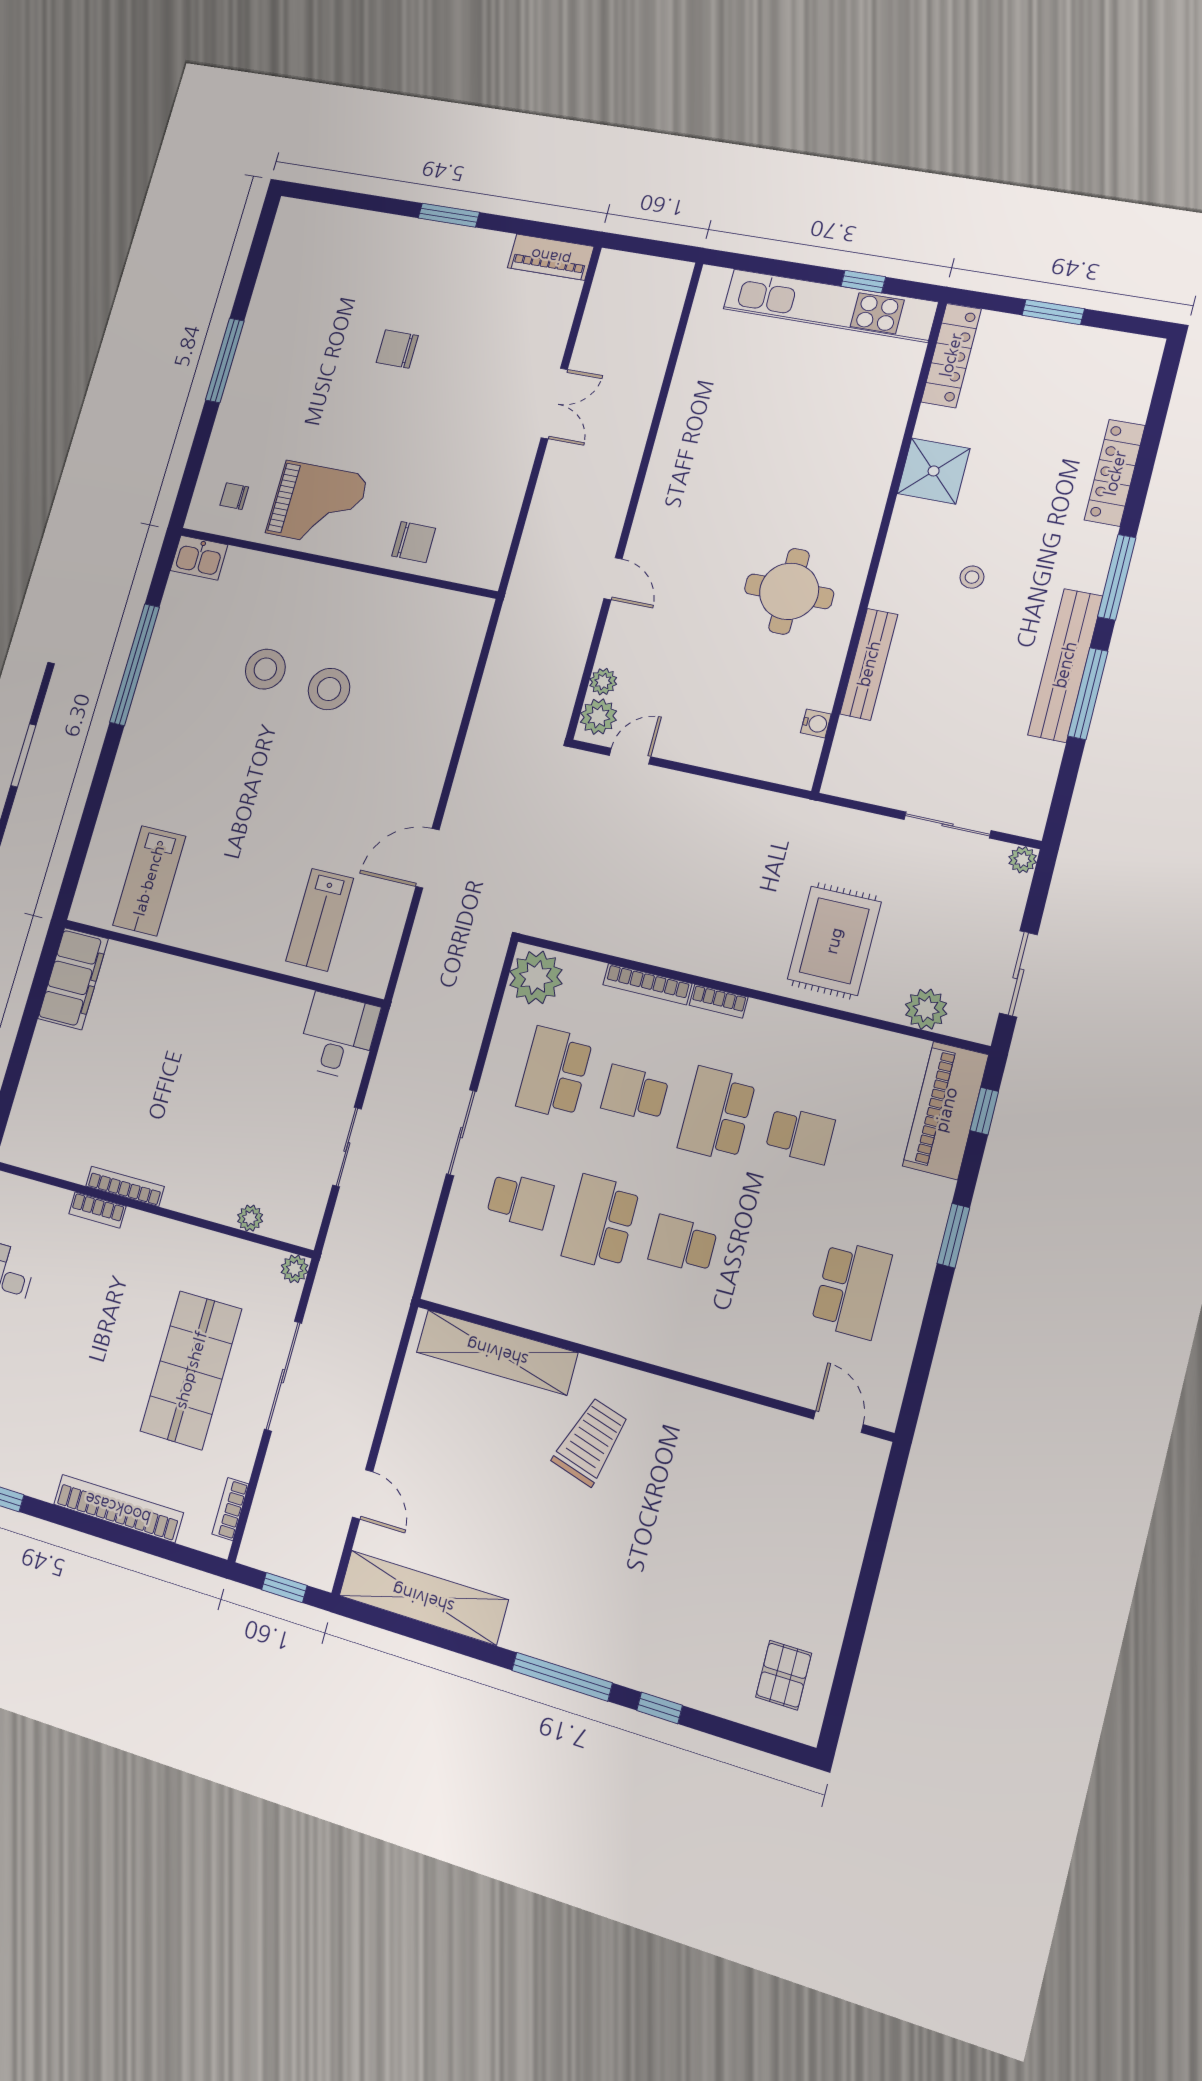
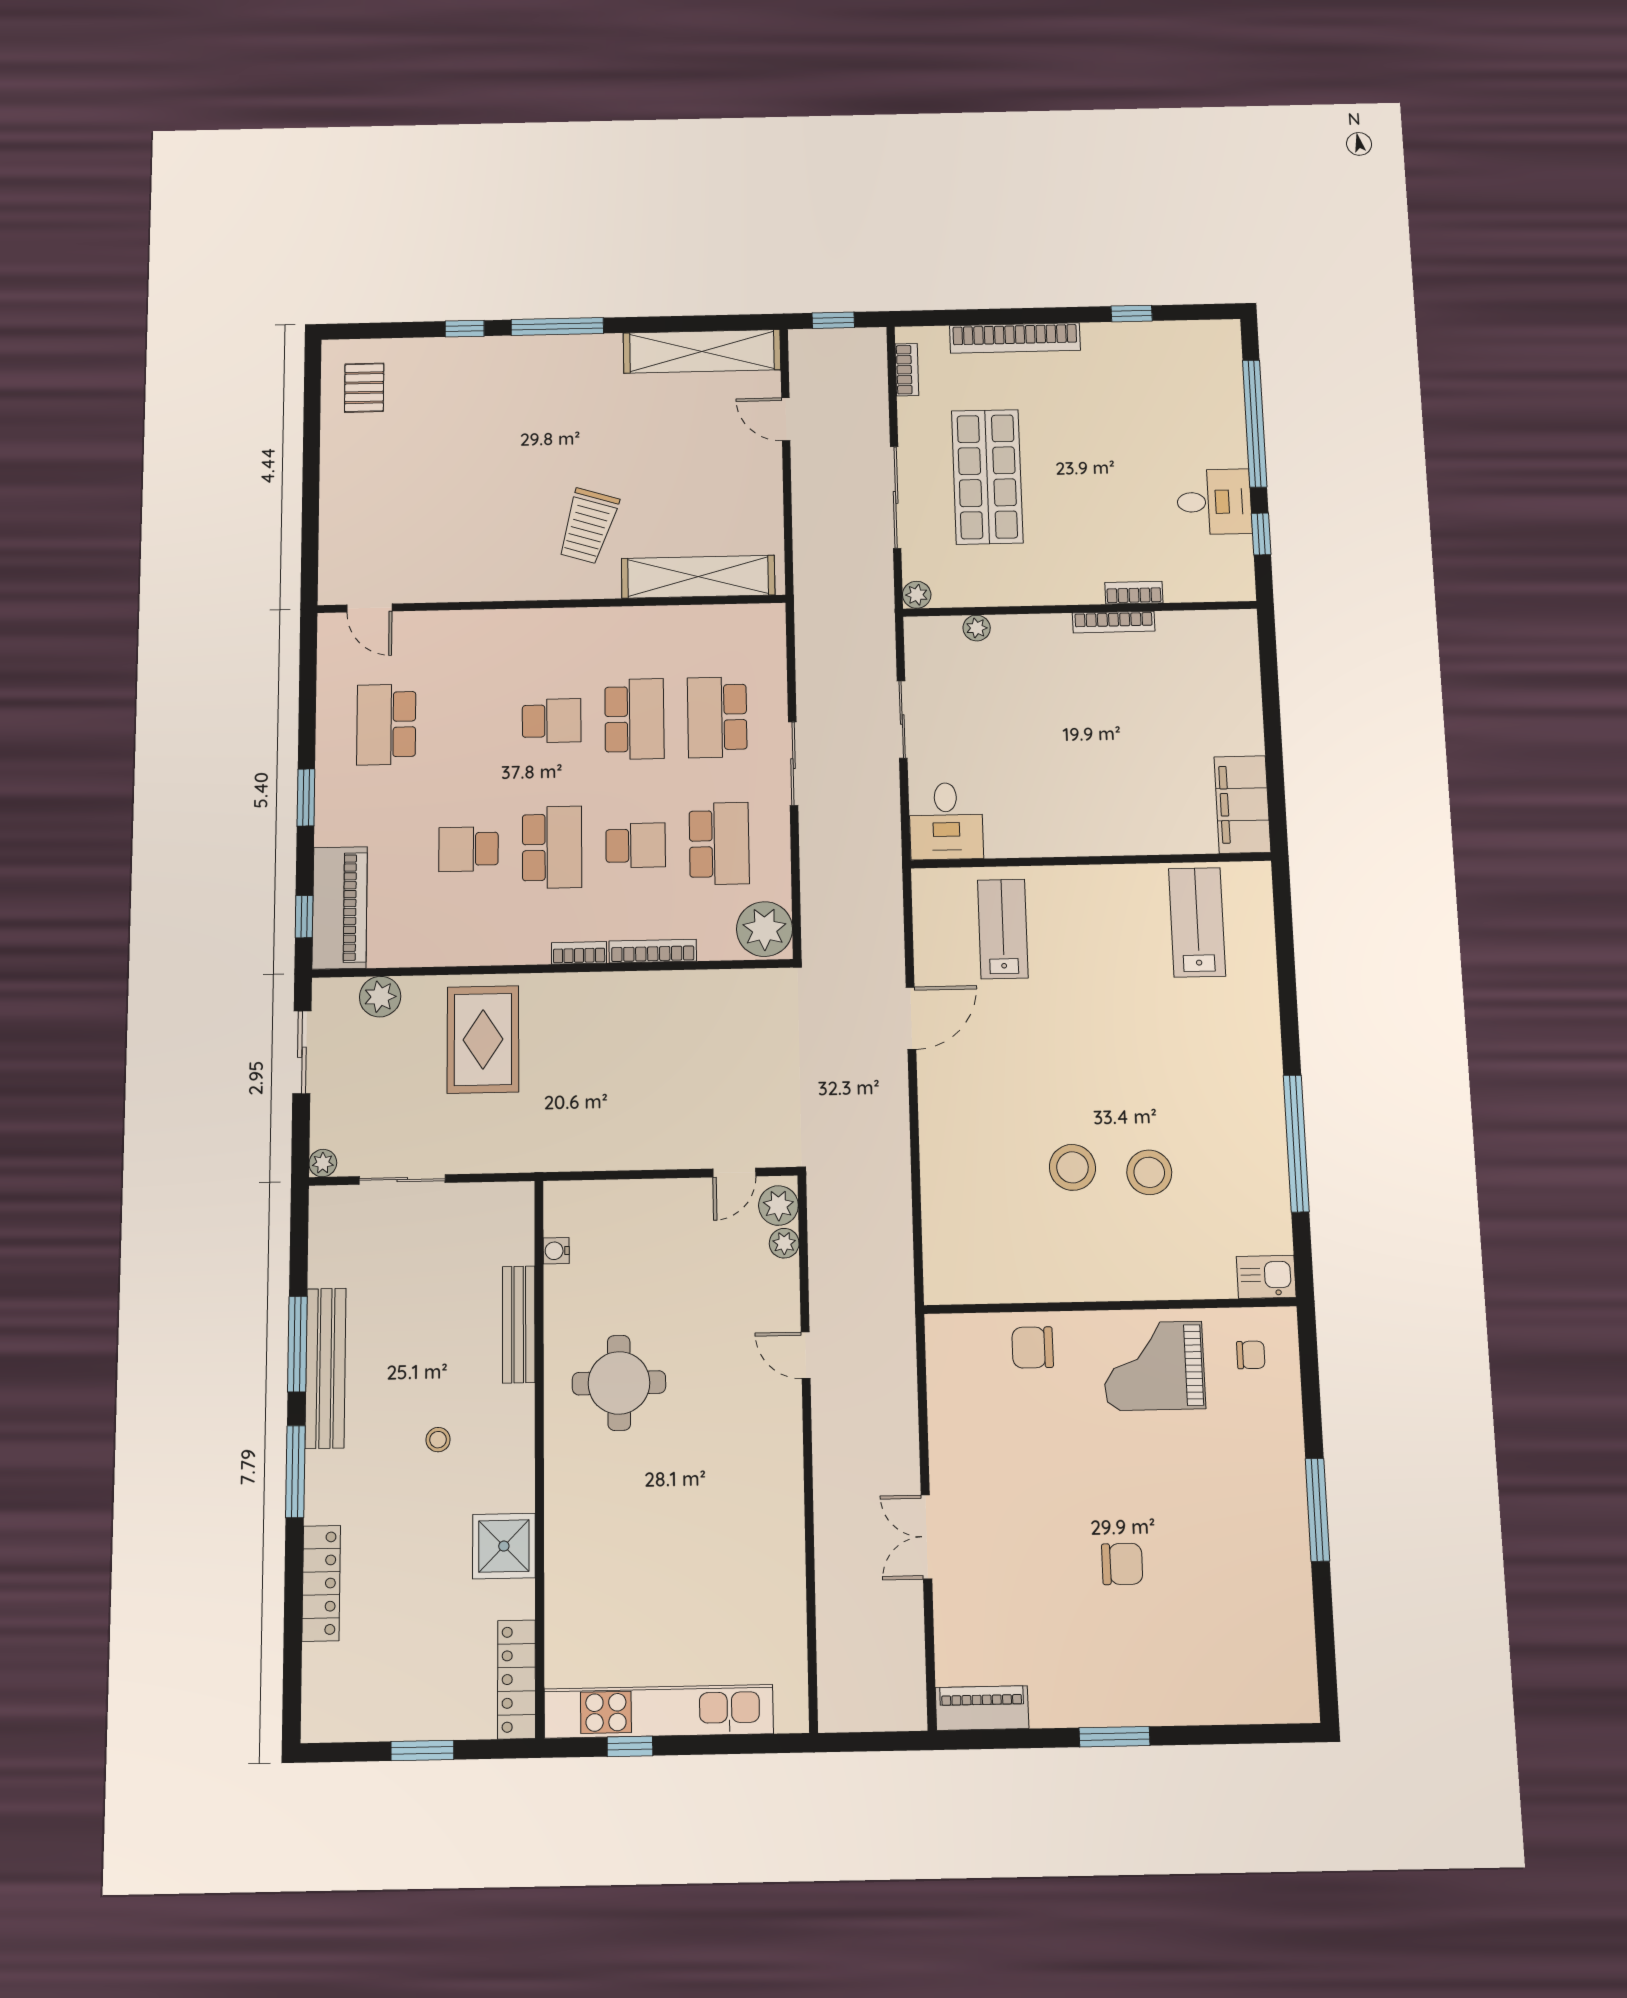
school desk: (520, 1200) -> (717, 717), width x1.85

